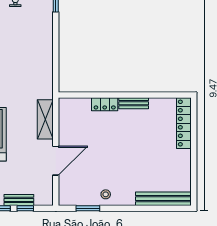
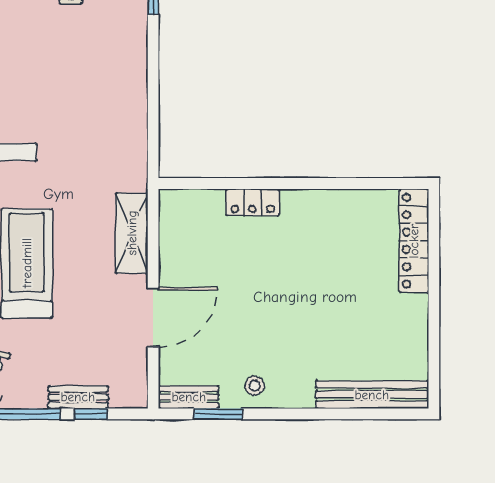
bench: (134, 103) -> (189, 397), moved

